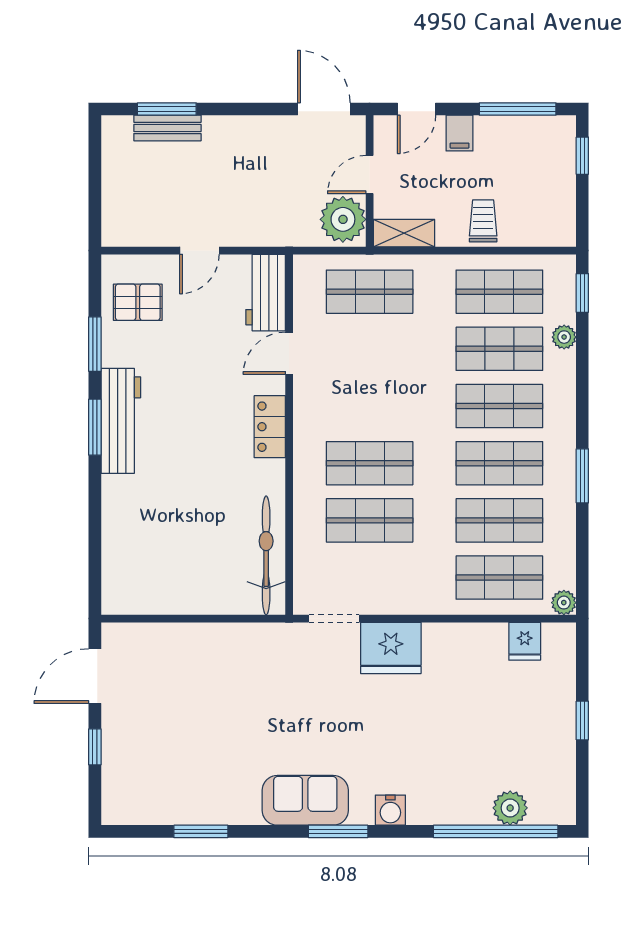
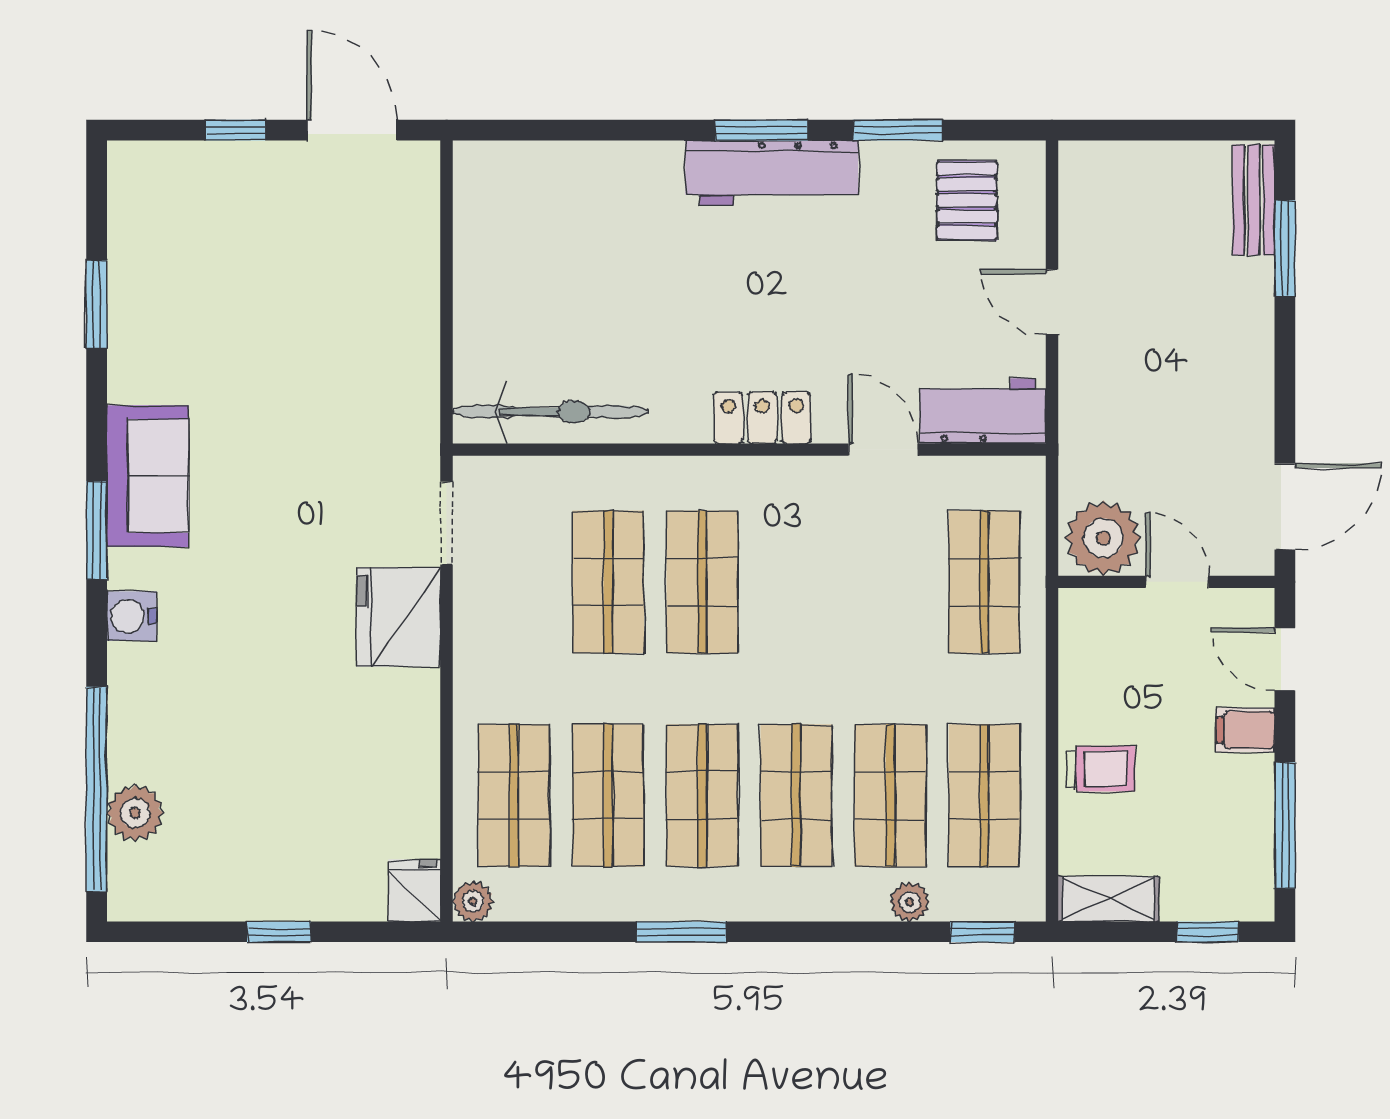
bench: (167, 128) -> (1254, 200), moved
shelving: (404, 233) -> (1108, 899), moved, turned 90
fridge: (525, 641) -> (414, 891), moved, turned 90

